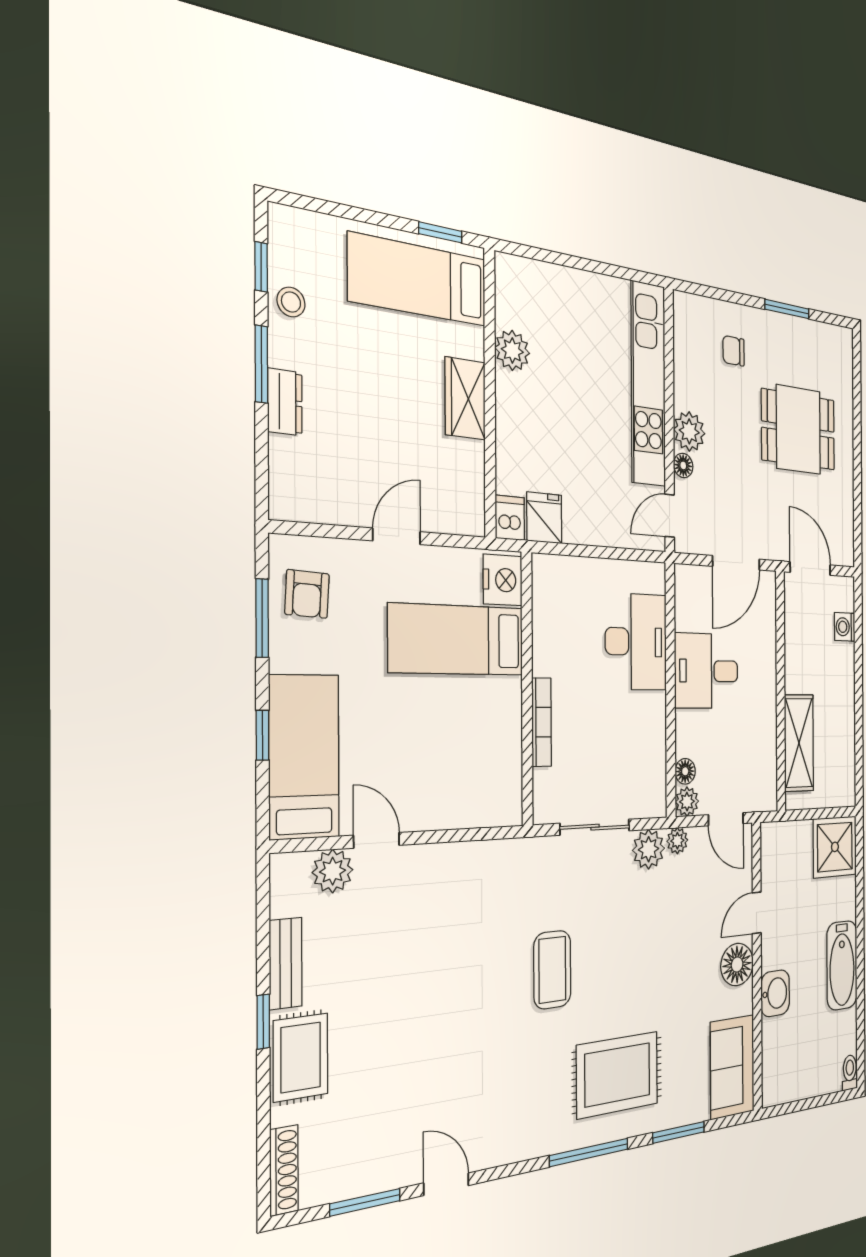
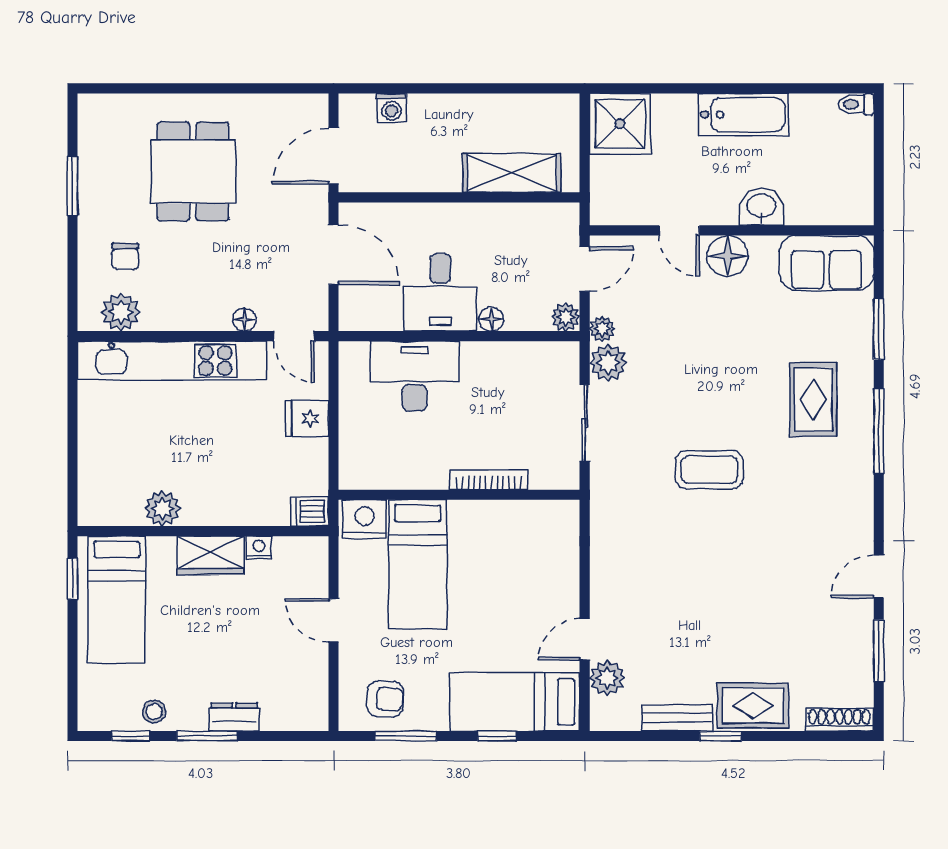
plant: (689, 431) -> (121, 312), moved
nightstand: (473, 456) -> (259, 548), added
fridge: (544, 518) -> (307, 418), moved
floor lamp: (685, 771) -> (491, 319), moved
rug: (617, 1075) -> (813, 399), width x0.73, depth x0.70

